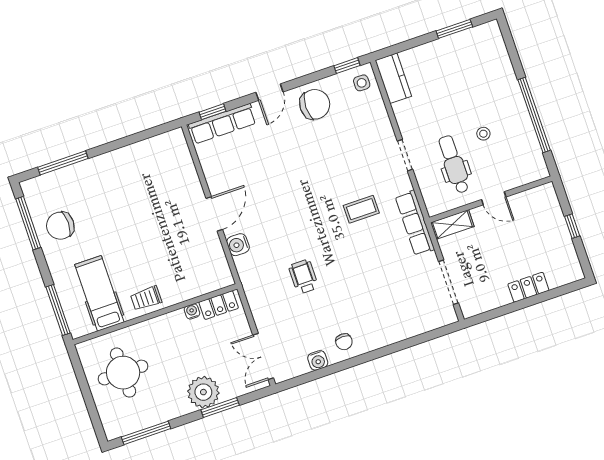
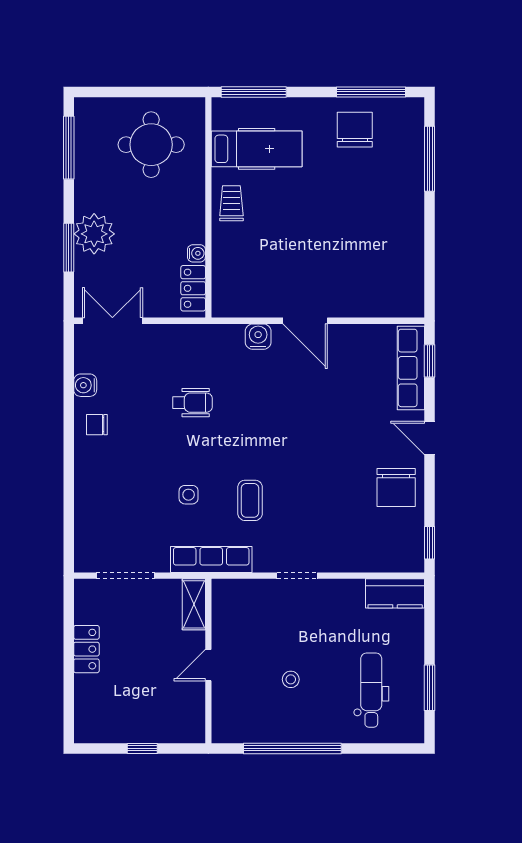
side table: (362, 83) -> (189, 495), moved
dental chair: (454, 164) -> (371, 690), moved, turned -90
locker: (528, 287) -> (86, 649), moved

